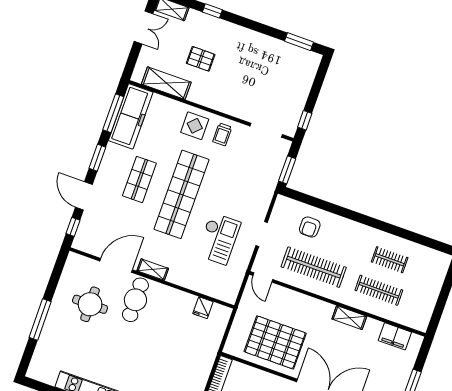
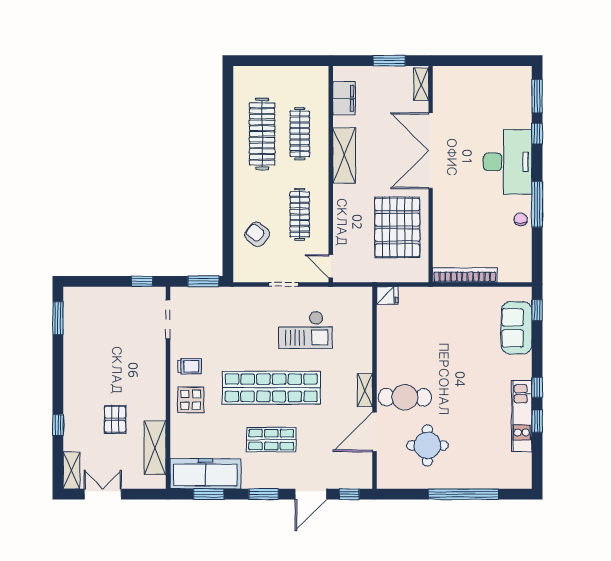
window: (113, 113) -> (209, 494), width x0.69
armchair: (310, 227) -> (257, 234), turned -141
checkout: (219, 239) -> (305, 330), turned 180
clothes rail: (390, 260) -> (262, 134), width x1.86, depth x1.31
door: (116, 265) -> (375, 432), hinge flipped
clothes rail: (314, 267) -> (300, 214), width x0.73, depth x0.76
door: (263, 277) -> (331, 266), swing flipped
fridge: (203, 308) -> (387, 295), moved
shelving: (349, 318) -> (344, 156), width x1.50, depth x1.33
window: (40, 320) -> (464, 494), width x1.46

